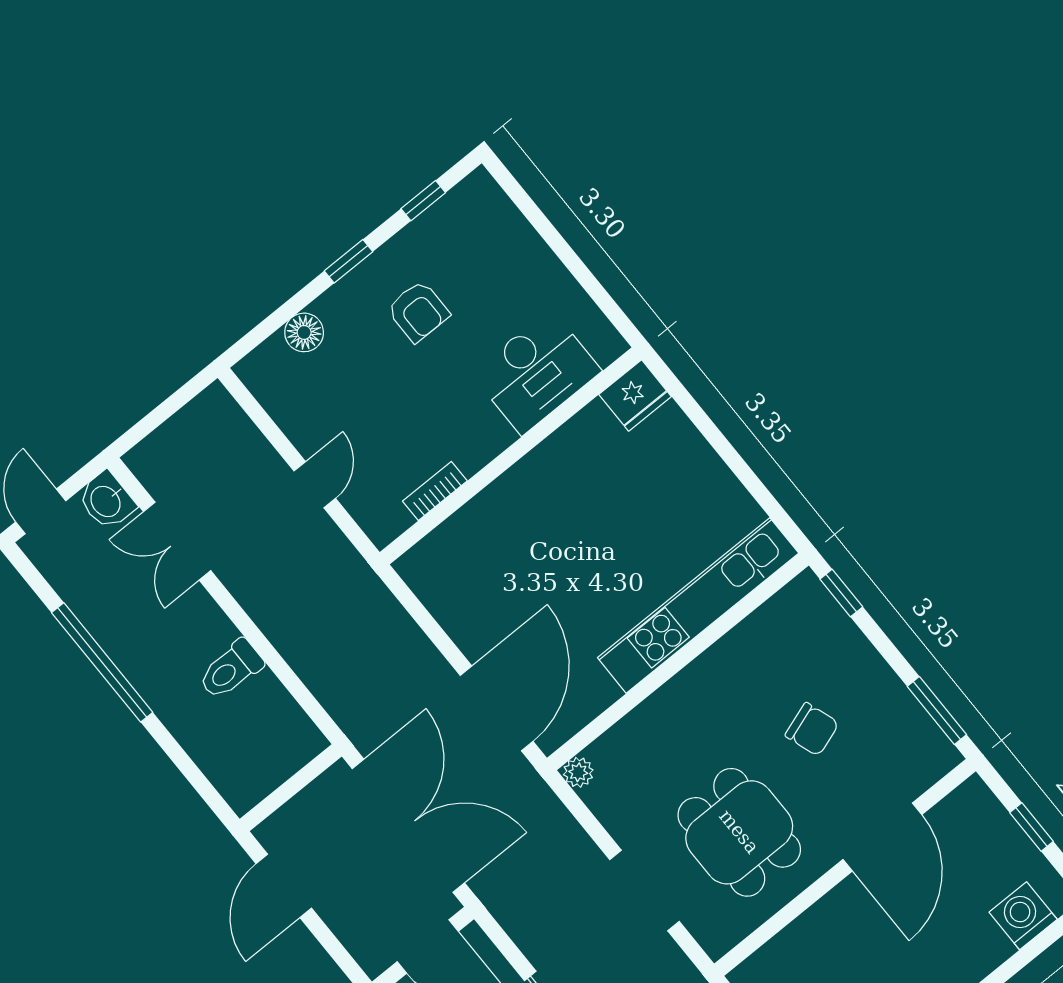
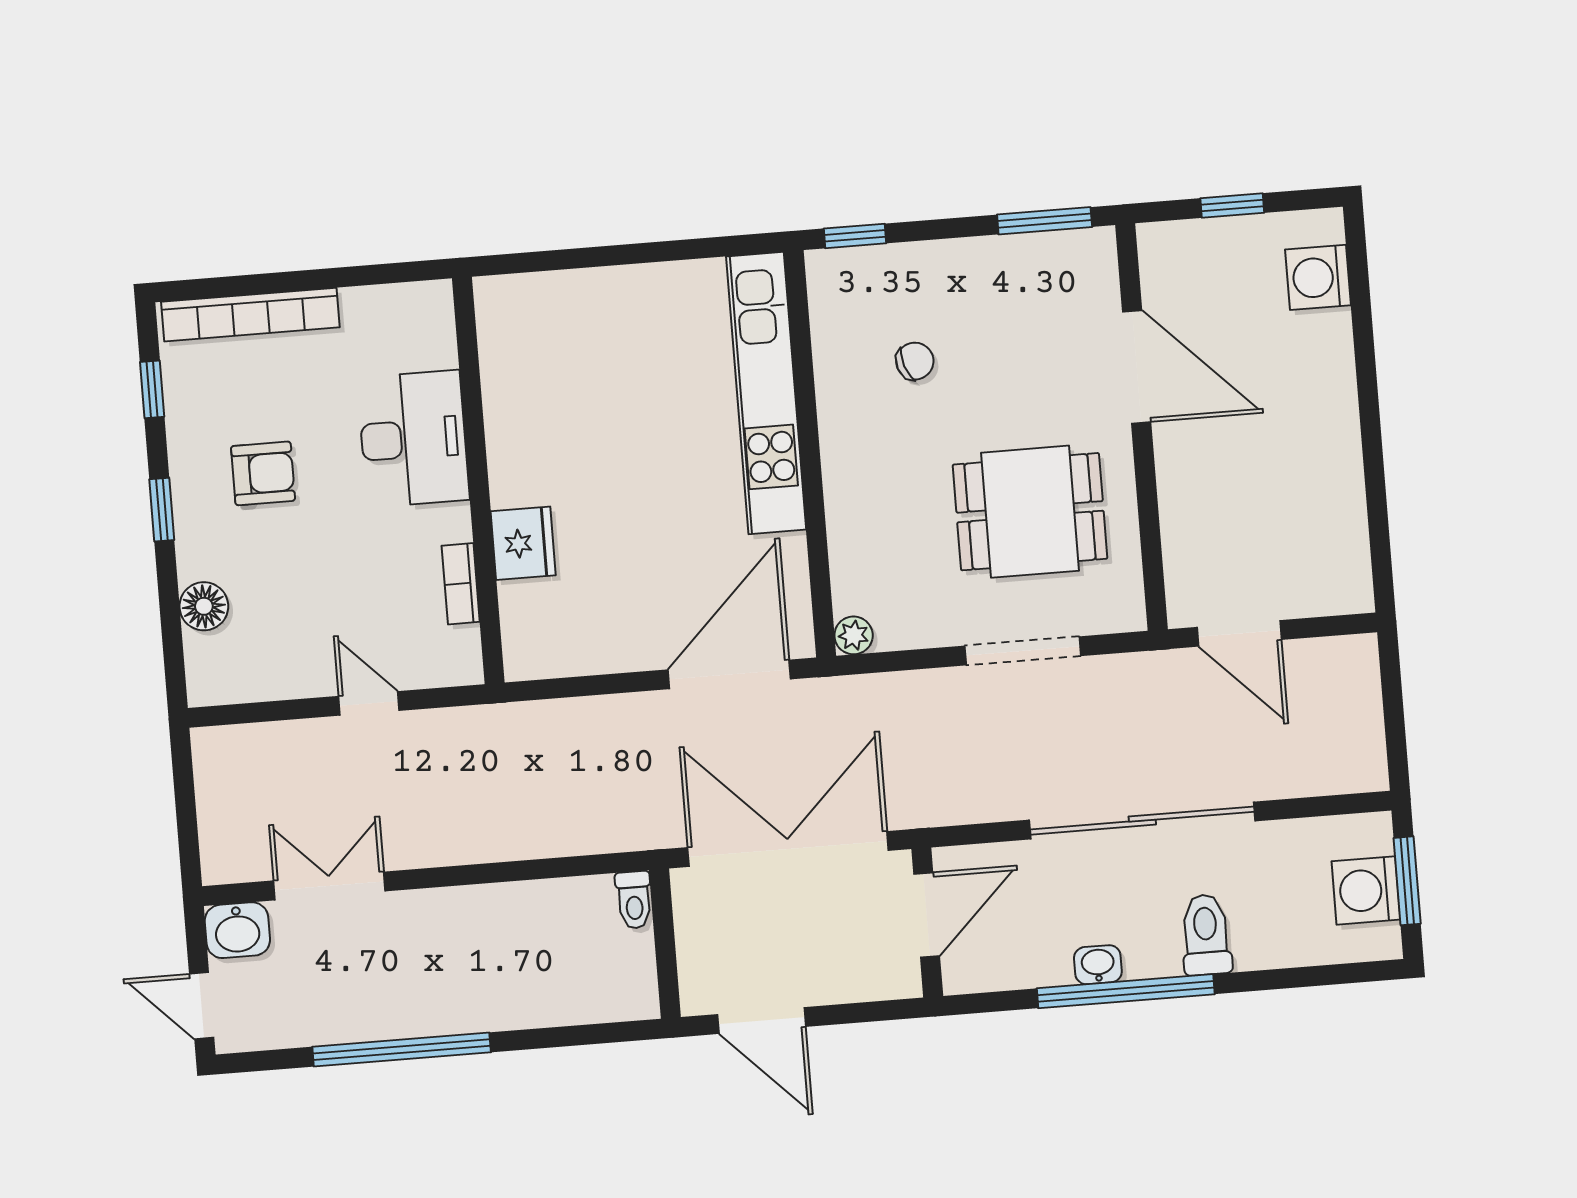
bookcase: (517, 231) -> (250, 315), added
desk: (536, 372) -> (413, 439), moved
fridge: (635, 396) -> (523, 543), moved
double door: (177, 541) -> (329, 886), swing flipped
toilet: (231, 670) -> (634, 900), moved, width x0.73, depth x0.72
door: (497, 708) -> (729, 674), hinge flipped
chair: (812, 729) -> (915, 361), moved, width x0.73, depth x0.73

